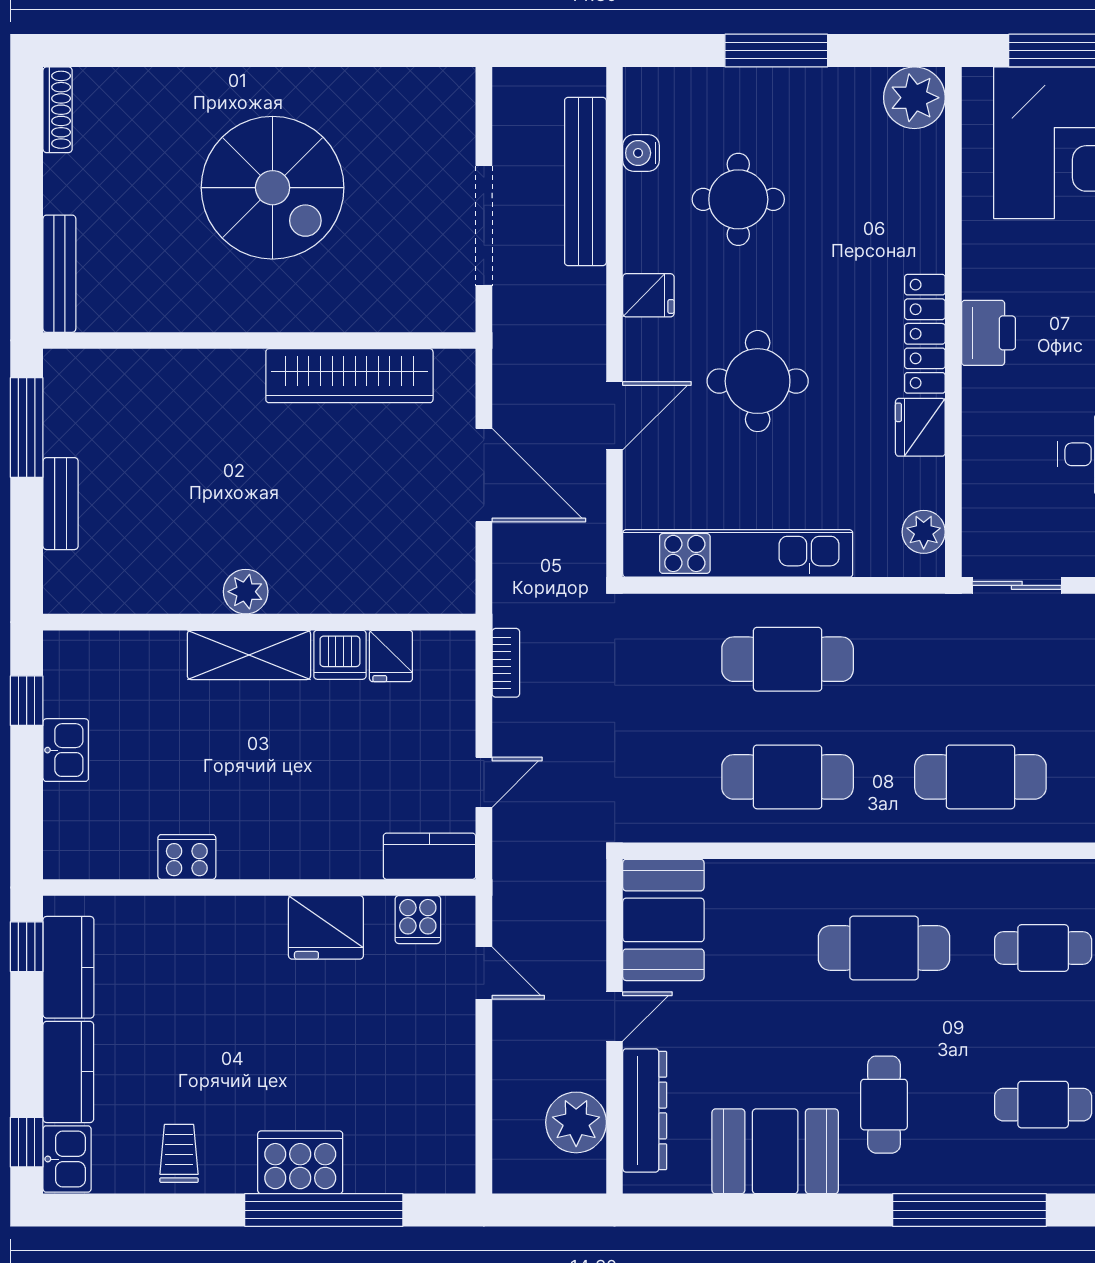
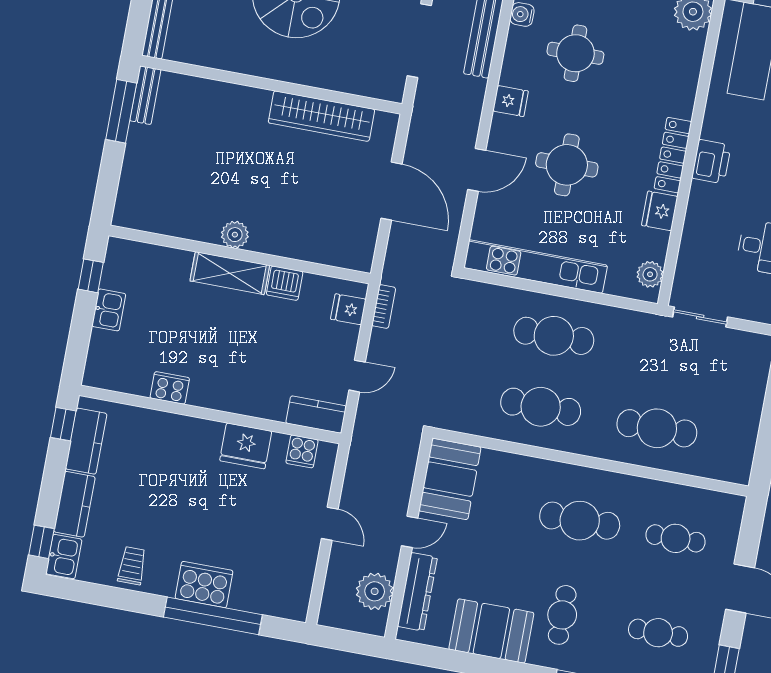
bench: (61, 504) -> (145, 95), moved
fridge: (391, 656) -> (348, 309), moved, turned 90
door: (484, 973) -> (330, 524), moved

